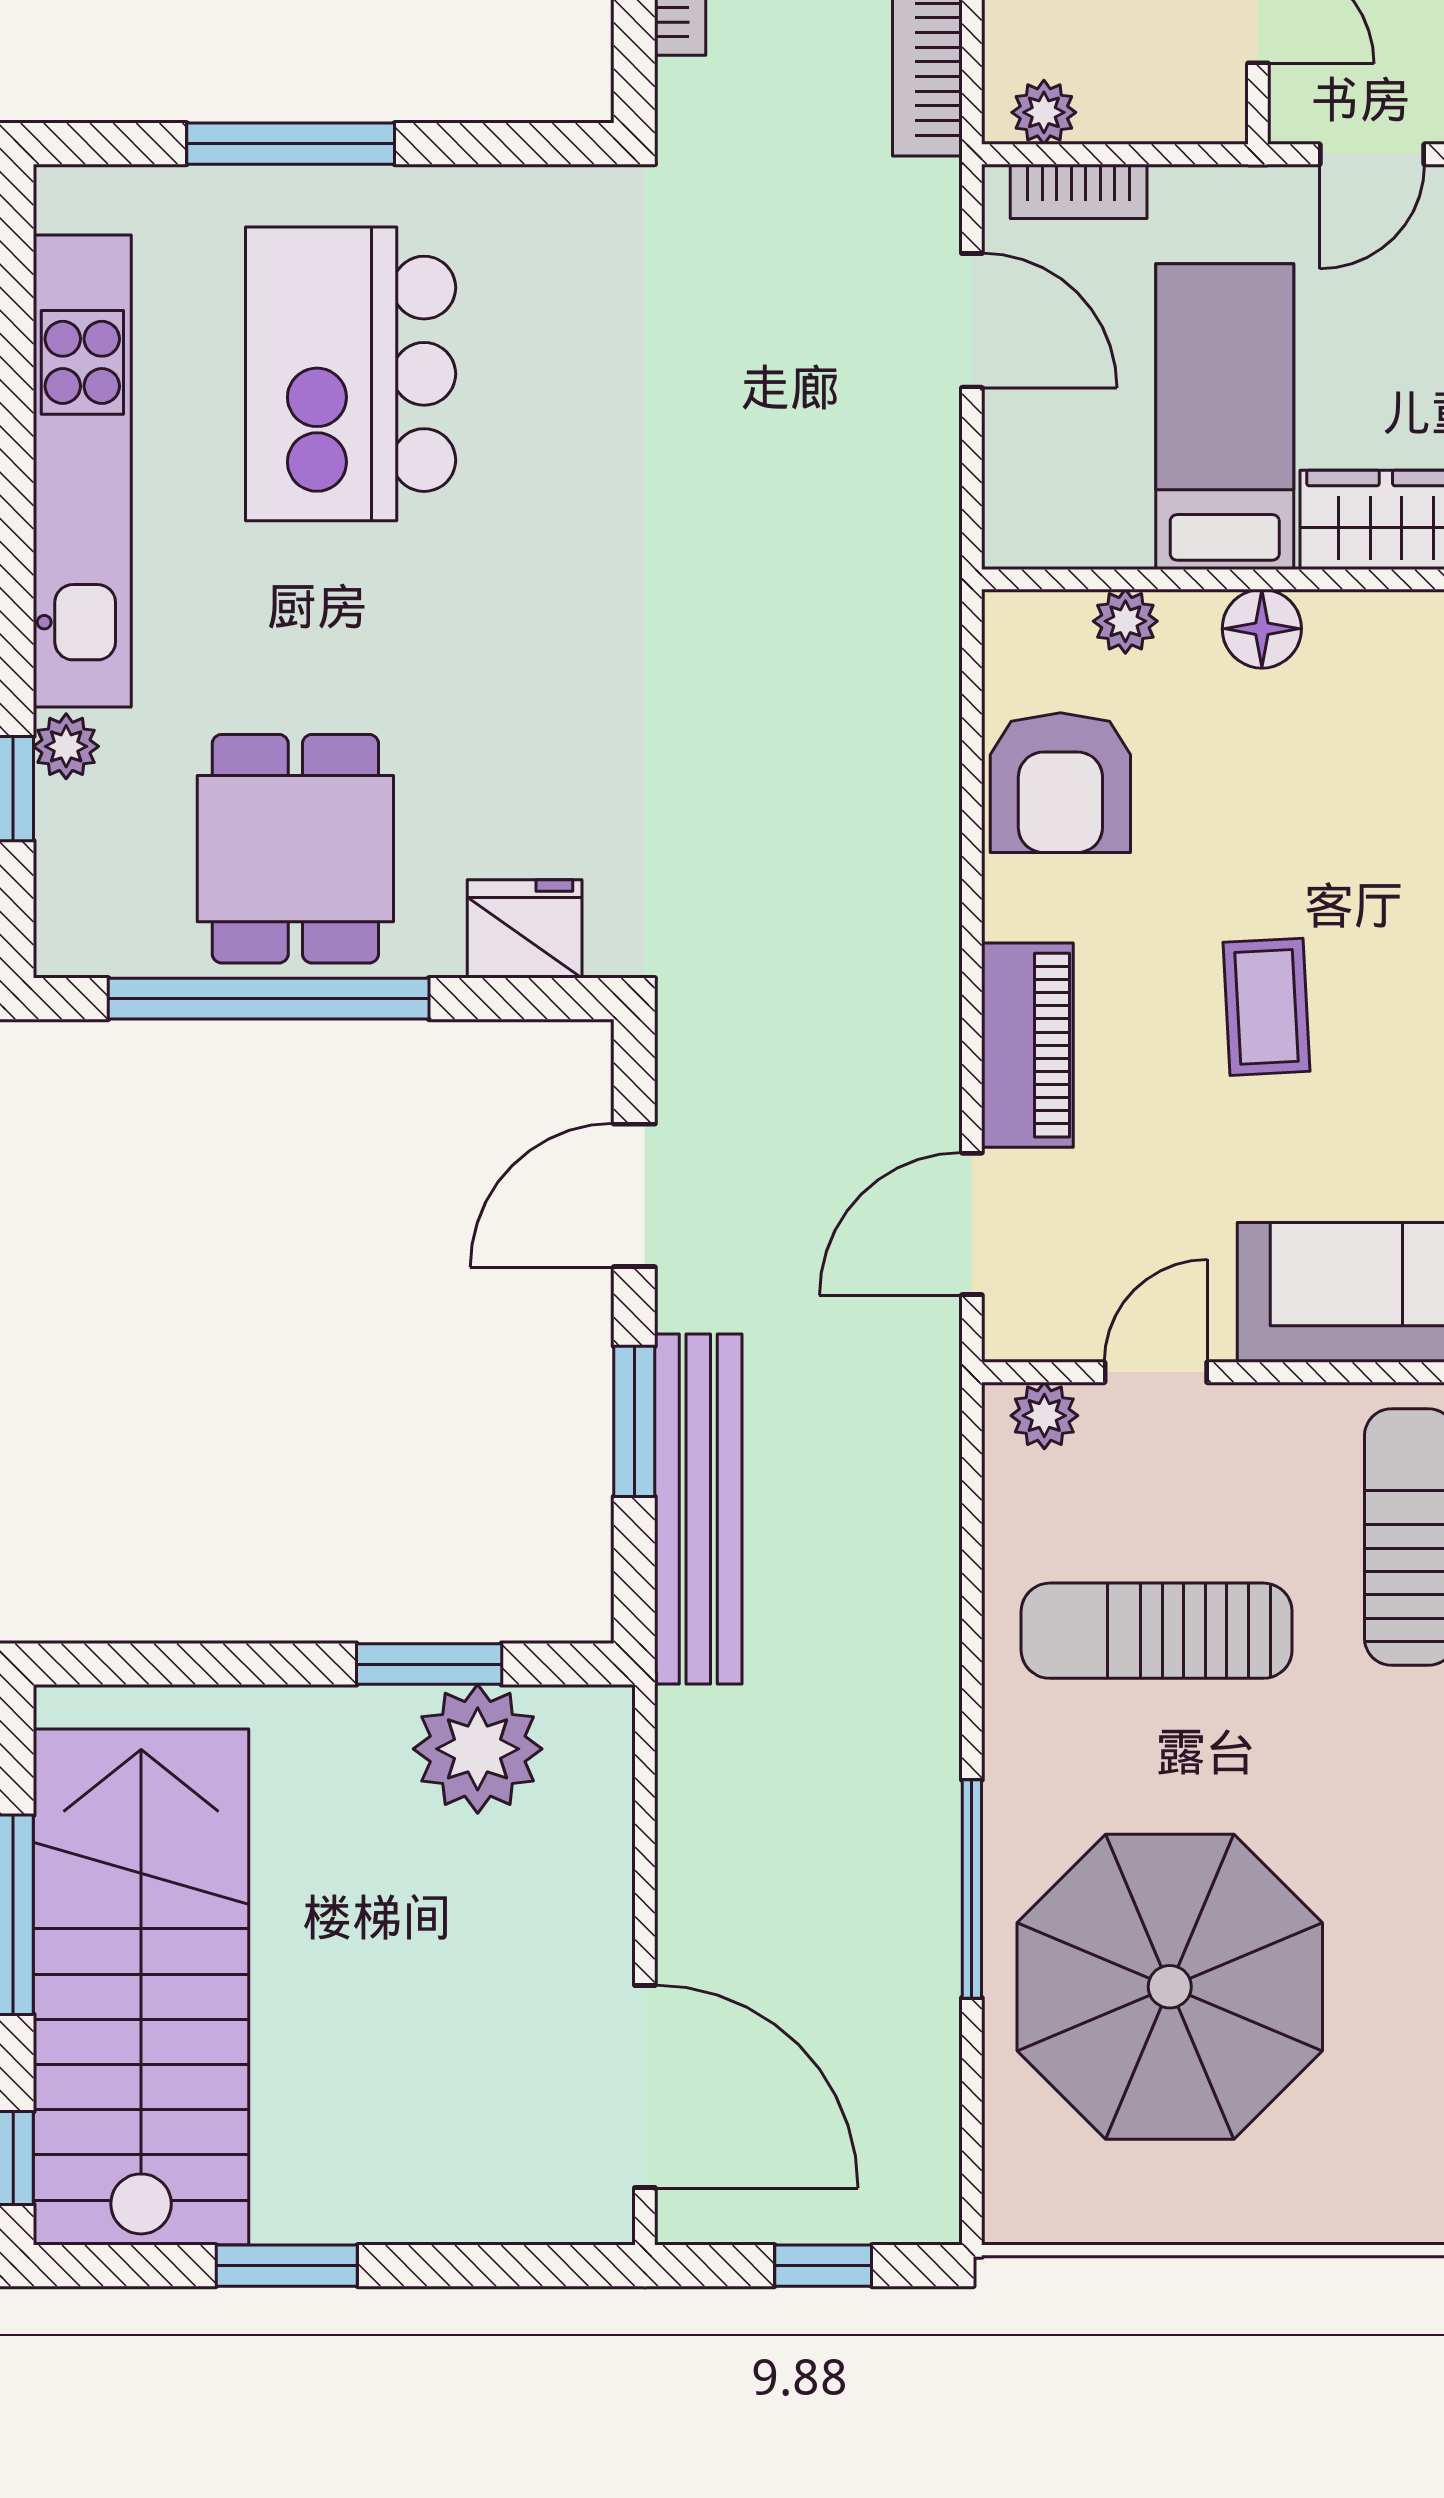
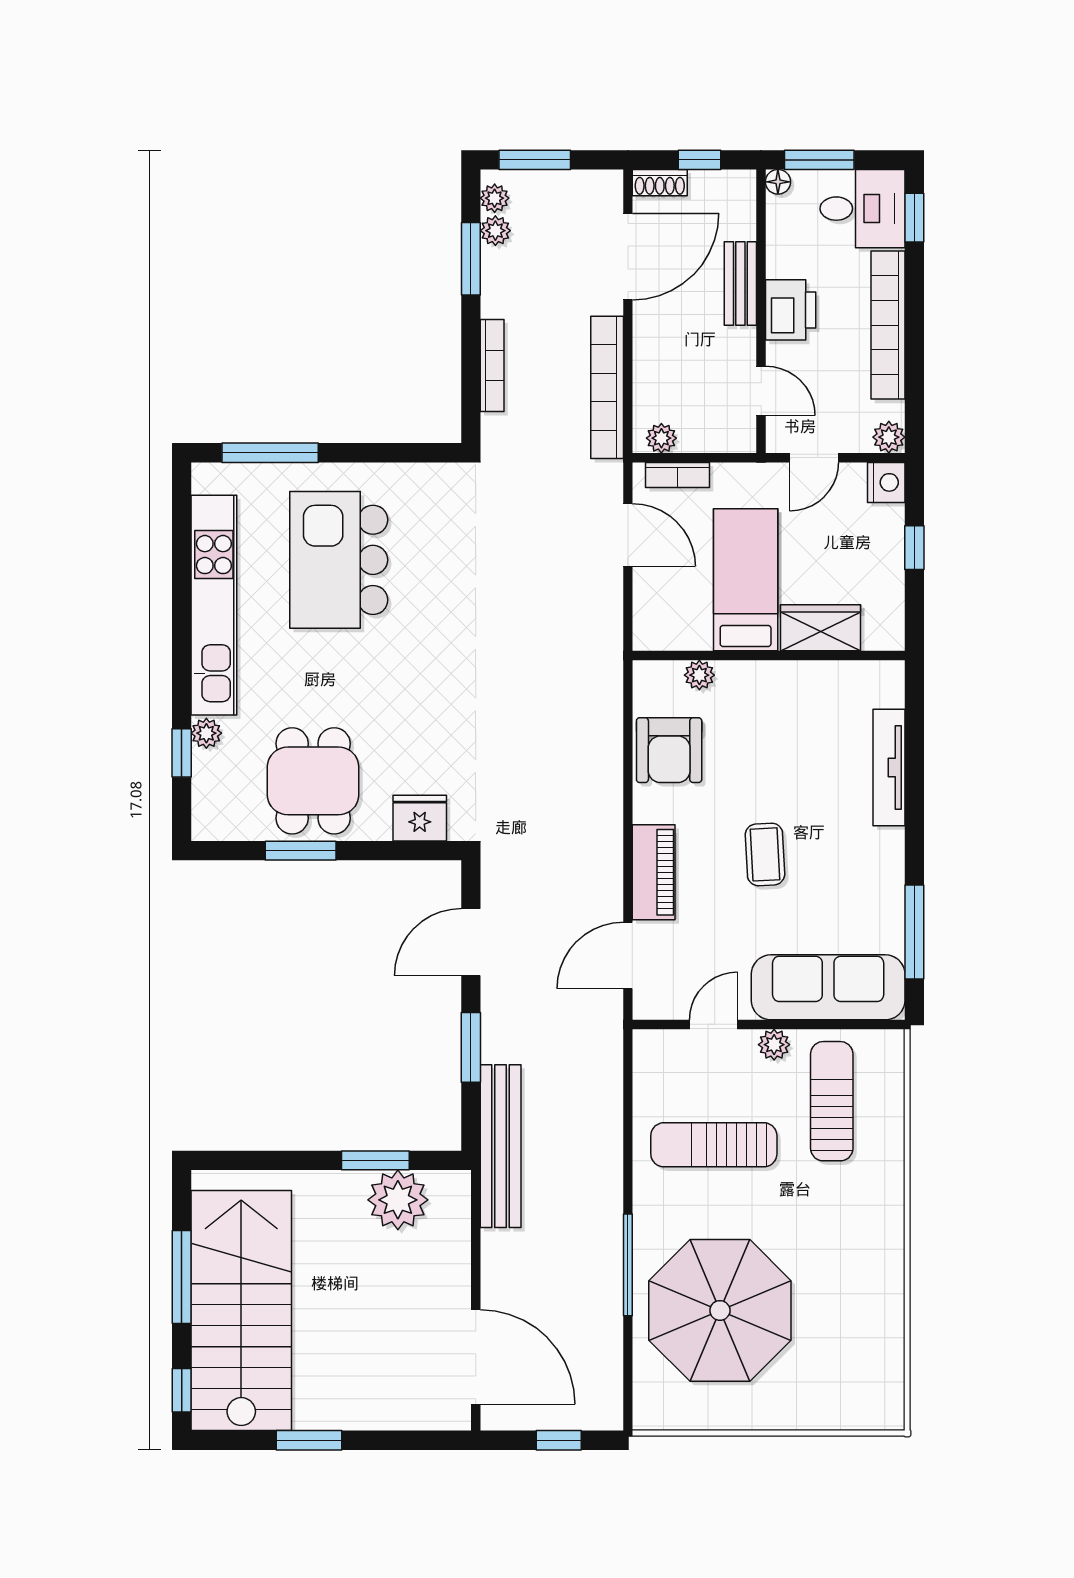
window: (291, 144) -> (270, 453), moved
floor lamp: (1262, 629) -> (763, 678), removed
window: (269, 999) -> (301, 851), width x0.47
plant: (1044, 1416) -> (774, 1045), moved
bench: (698, 1509) -> (501, 1146), moved

